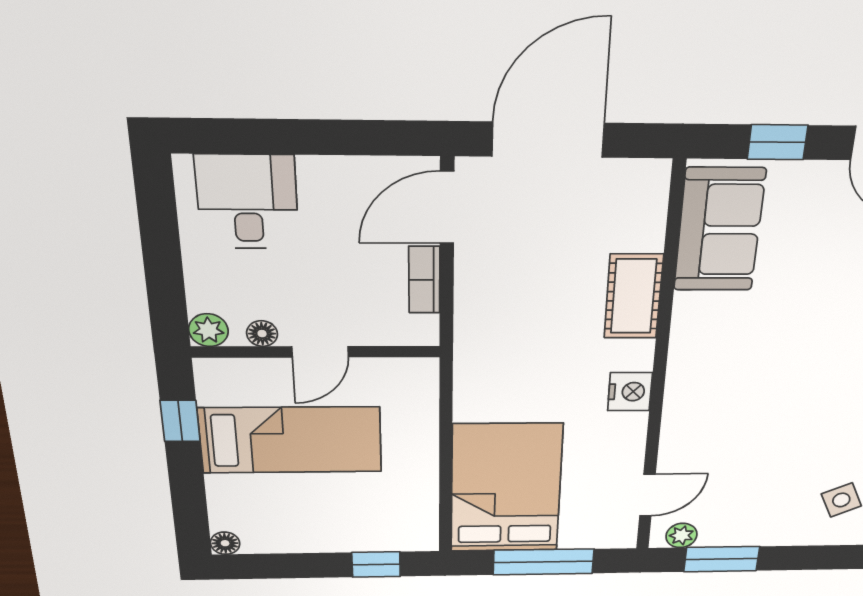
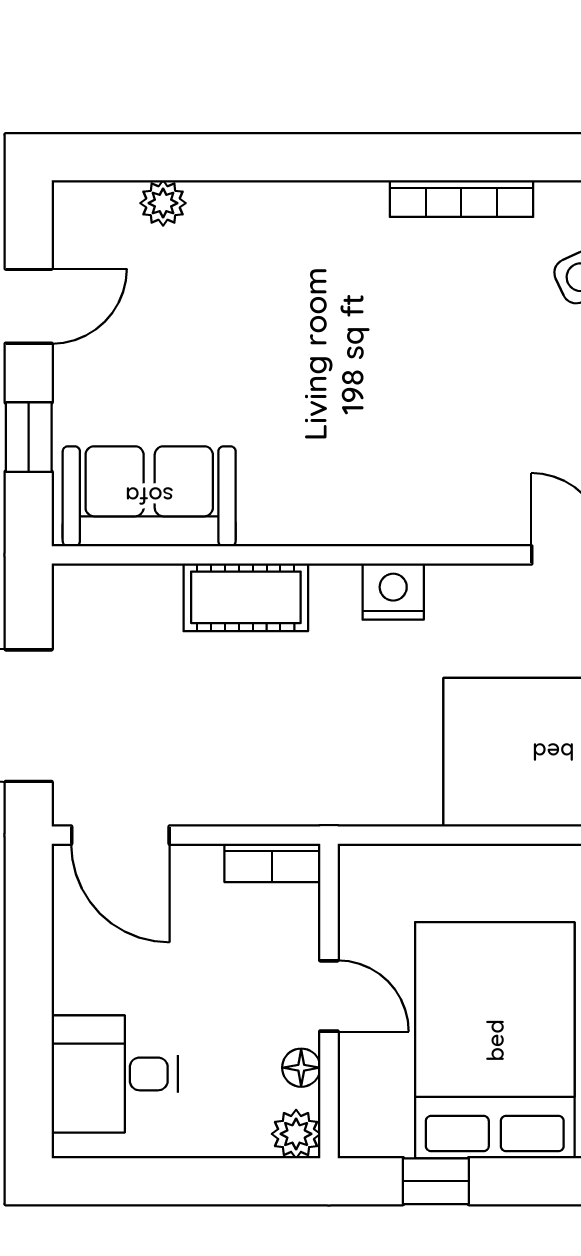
bookcase: (424, 280) -> (272, 863), moved
bed: (291, 440) -> (495, 1040), width x1.50

